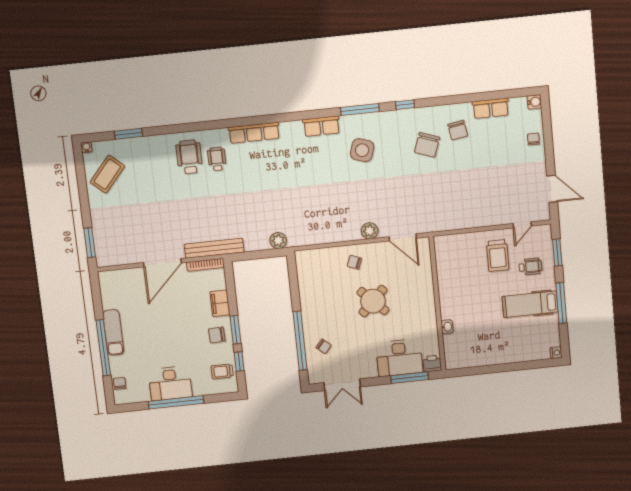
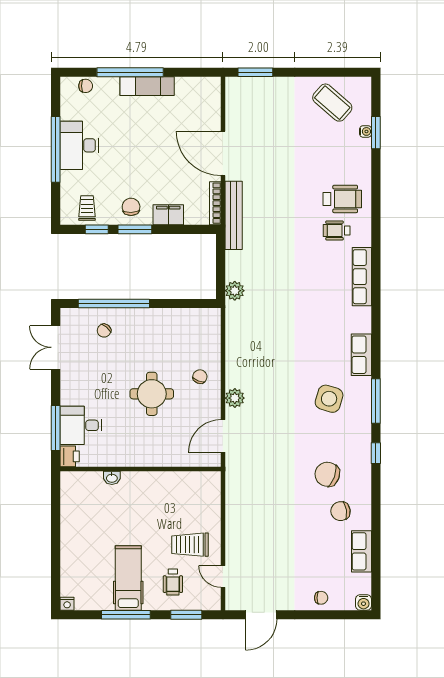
water cooler: (86, 147) -> (366, 131), moved
wheelchair: (217, 159) -> (337, 230), turned 180
round table: (373, 301) -> (152, 394), turned 45
desk: (399, 358) -> (81, 425), width x0.73

